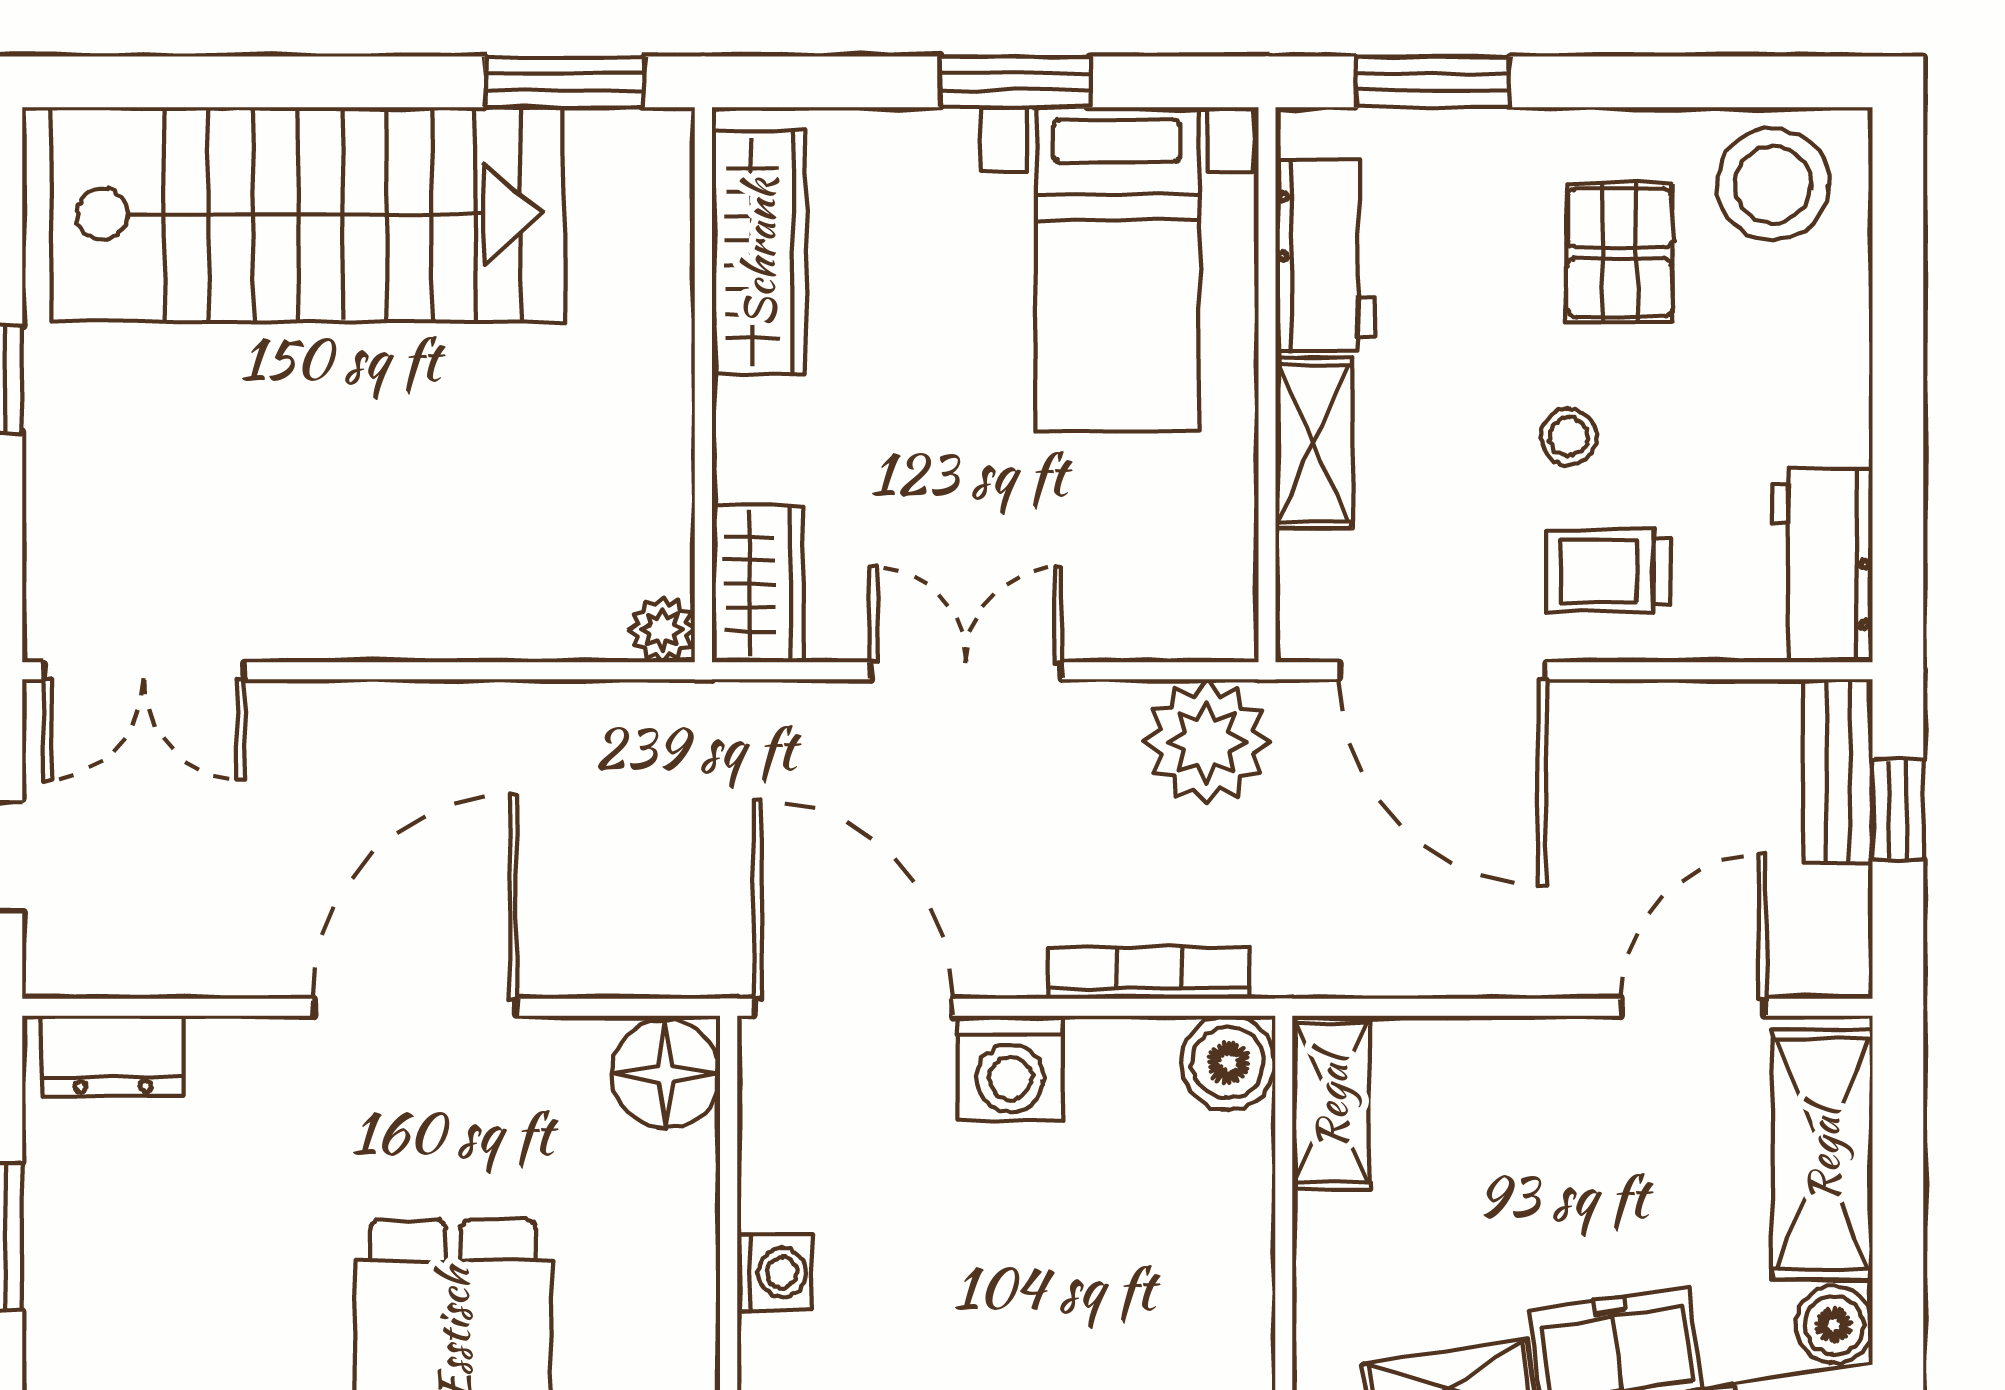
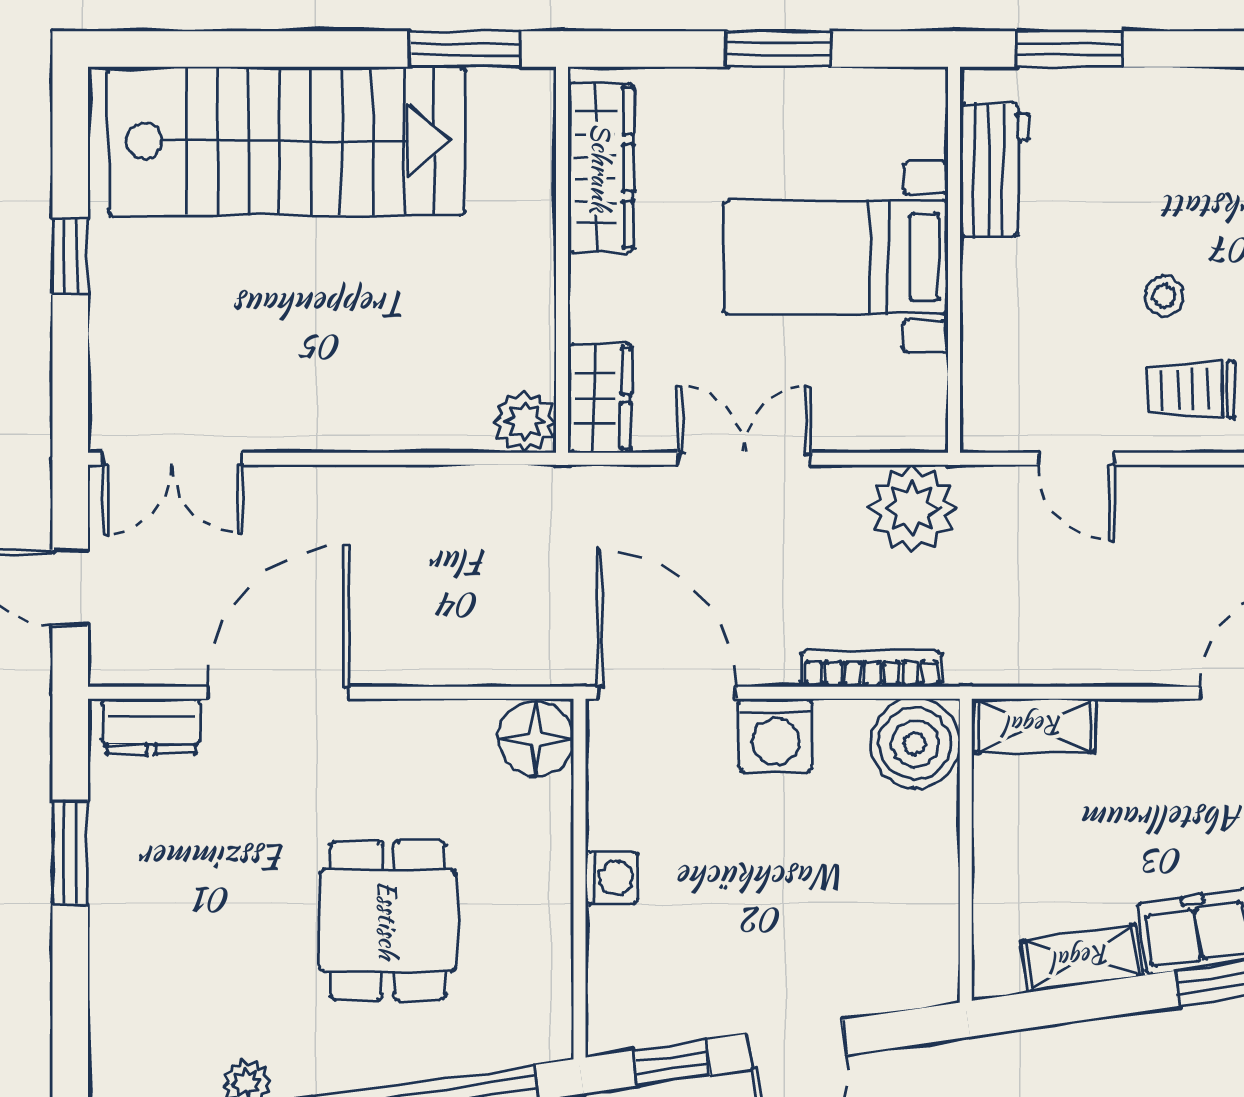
pallet: (1620, 253) -> (1199, 168), removed
bed with nightstands: (1117, 269) -> (836, 257), moved, turned 90
shelving: (1314, 443) -> (987, 300), removed
plant: (662, 629) -> (525, 421), width x1.38, depth x1.38
door: (1443, 671) -> (1076, 459), width x0.53
door: (415, 1007) -> (278, 693), moved
boiler: (1228, 1063) -> (915, 743), width x1.37, depth x1.37
shelving: (1331, 1102) -> (1035, 726), moved, turned 90

